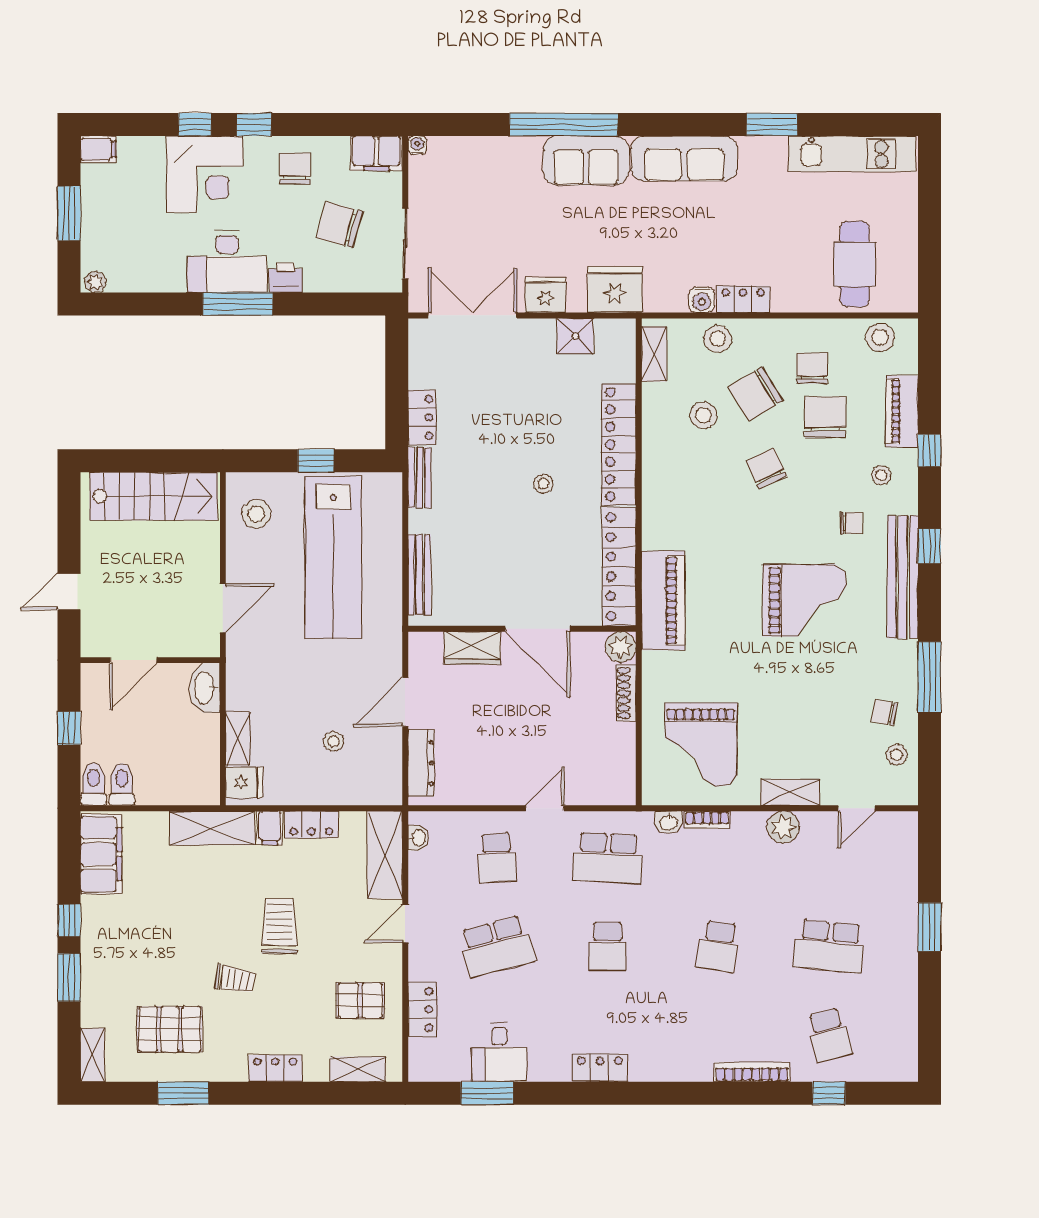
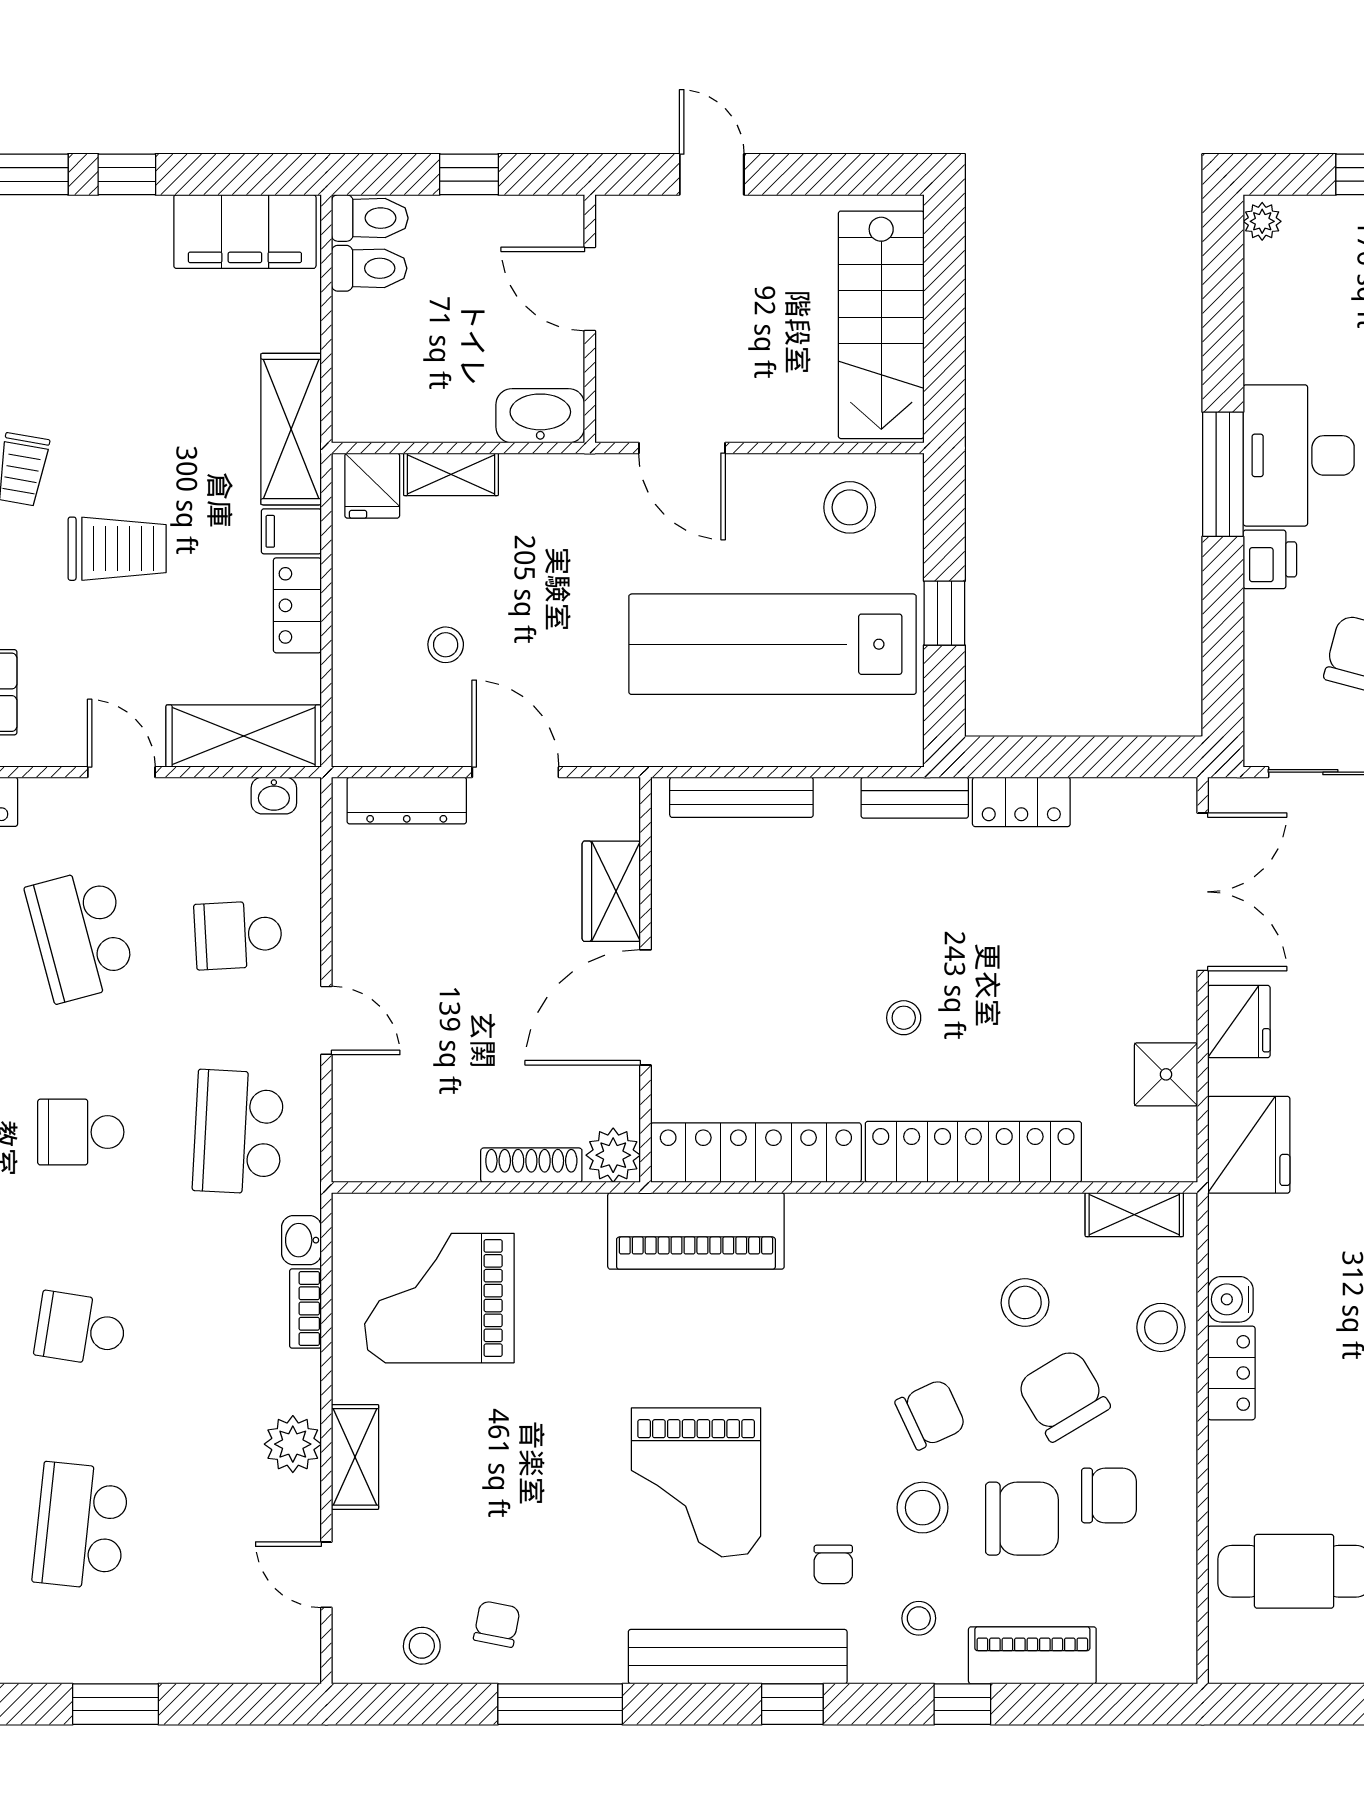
stool: (880, 337) -> (923, 1508), moved

